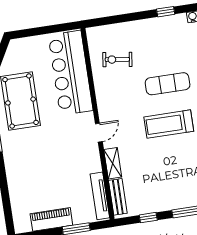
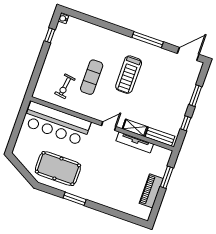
exercise mat: (168, 84) -> (92, 77), moved
door: (99, 133) -> (109, 126), hinge flipped
tv unit: (100, 196) -> (135, 142), moved

